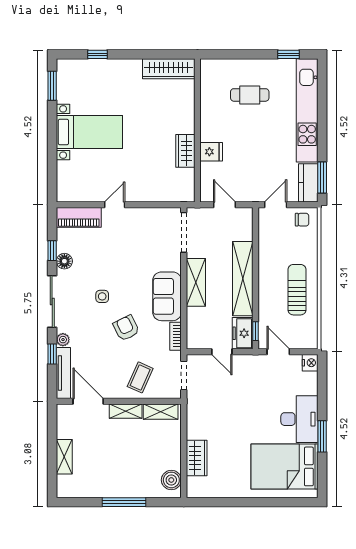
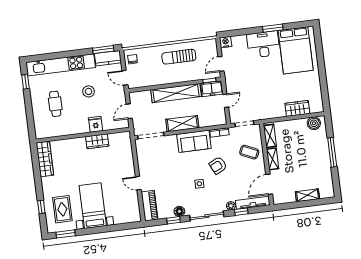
rug: (90, 86) -> (62, 209), added
stool: (262, 147) -> (89, 91), added

